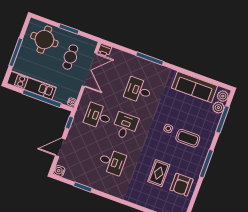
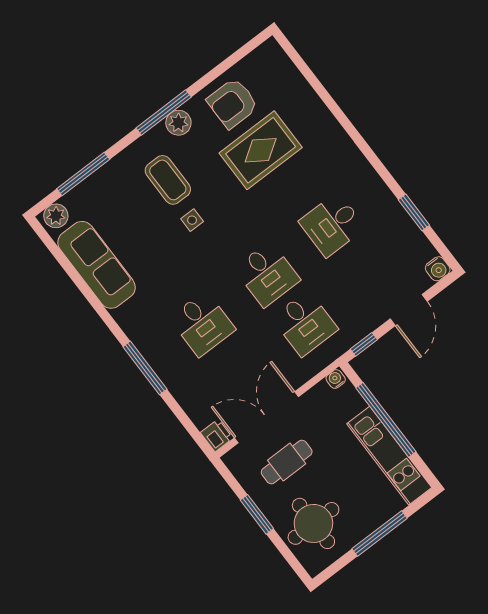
plant: (218, 108) -> (178, 123), moved
desk: (125, 126) -> (267, 274), turned -90
door: (60, 147) -> (409, 310), hinge flipped
desk: (112, 162) -> (332, 225), turned -90
rug: (159, 173) -> (261, 150), width x1.36, depth x1.43
armchair: (182, 185) -> (233, 103), turned 180

